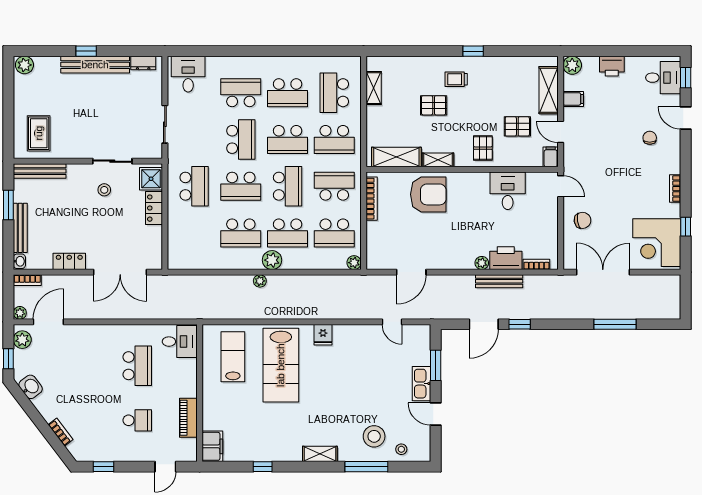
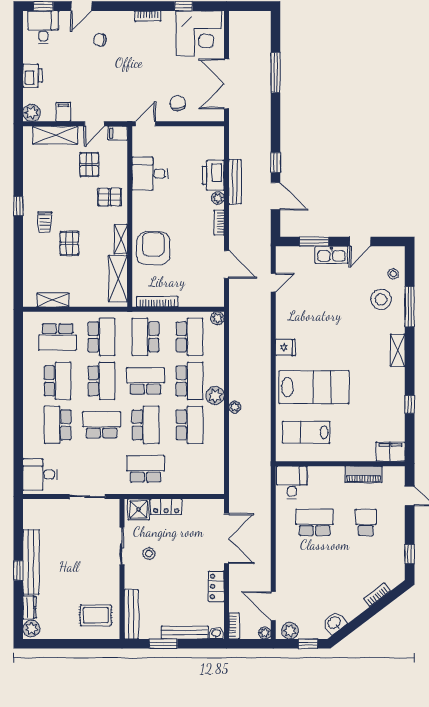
dresser: (143, 63) -> (30, 607), moved
bookcase: (536, 264) -> (219, 223), moved

